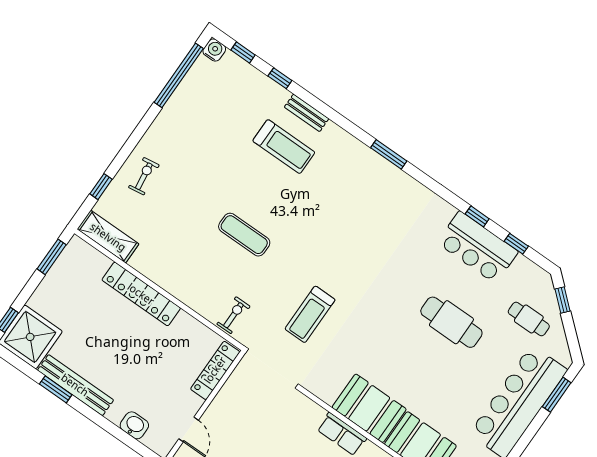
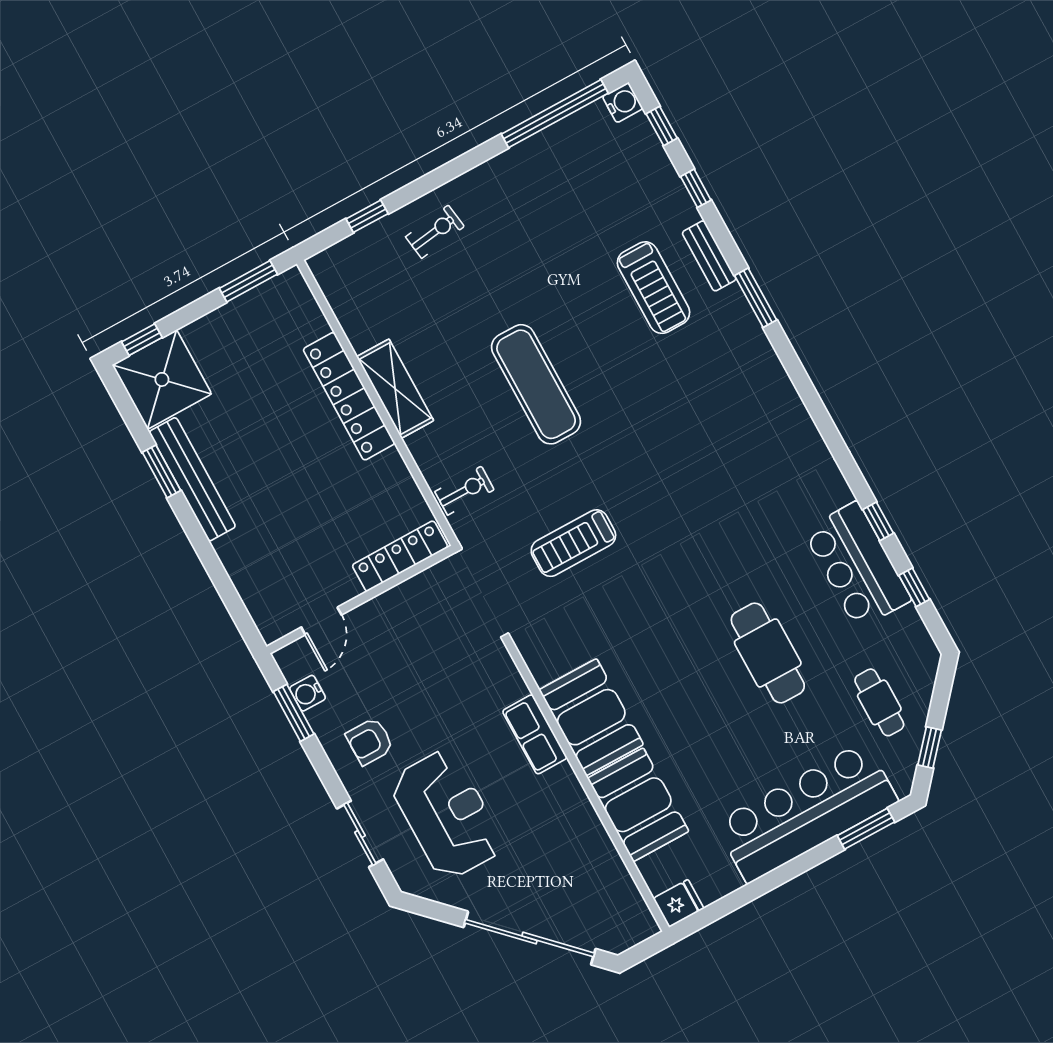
window: (389, 154) -> (756, 298), moved
exercise mat: (244, 235) -> (536, 384), width x1.36, depth x1.45
shelving: (108, 237) -> (395, 389), moved
window: (563, 300) -> (930, 747), moved
washbasin: (134, 425) -> (247, 577), removed

